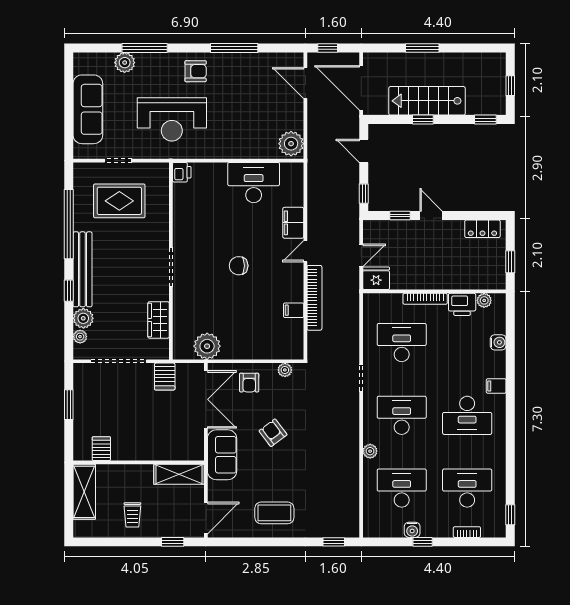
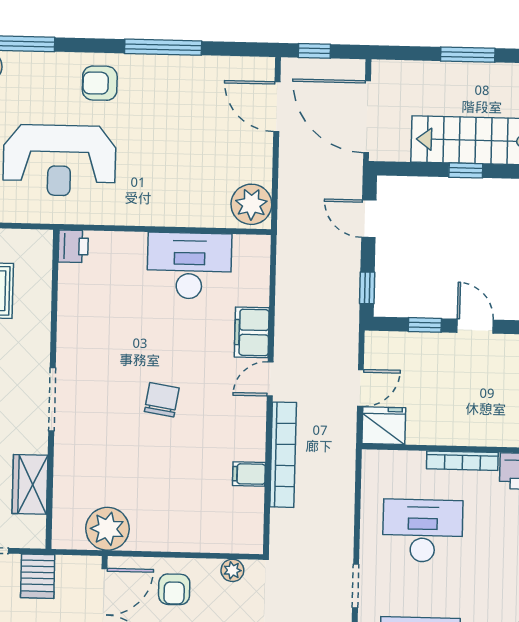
armchair: (196, 71) -> (100, 83), turned 180
chair: (239, 266) -> (162, 400), turned 99

